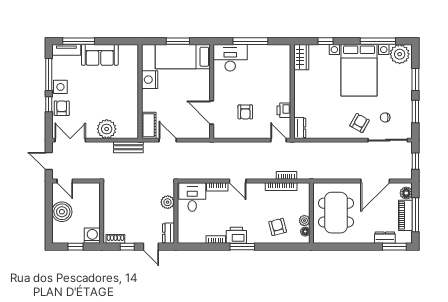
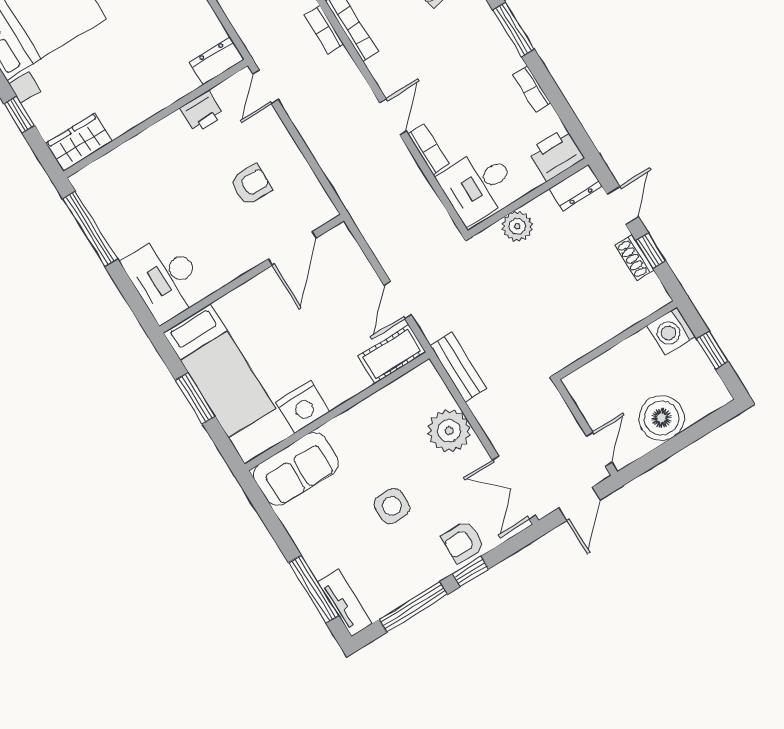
window: (250, 41) -> (90, 229), moved
sofa: (100, 55) -> (296, 469), moved, turned 90
side table: (60, 87) -> (392, 506), moved
printer: (236, 235) -> (556, 154), moved, turned 90
shoe rack: (115, 239) -> (634, 258), moved

